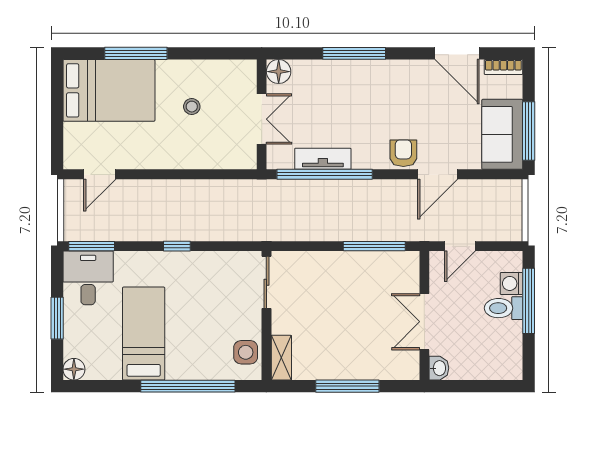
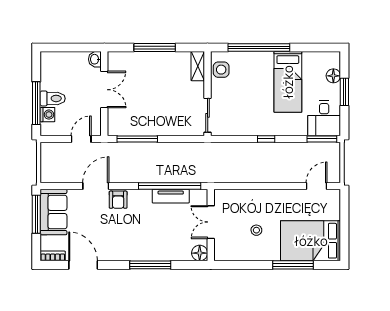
floor lamp: (74, 369) -> (333, 76), moved

